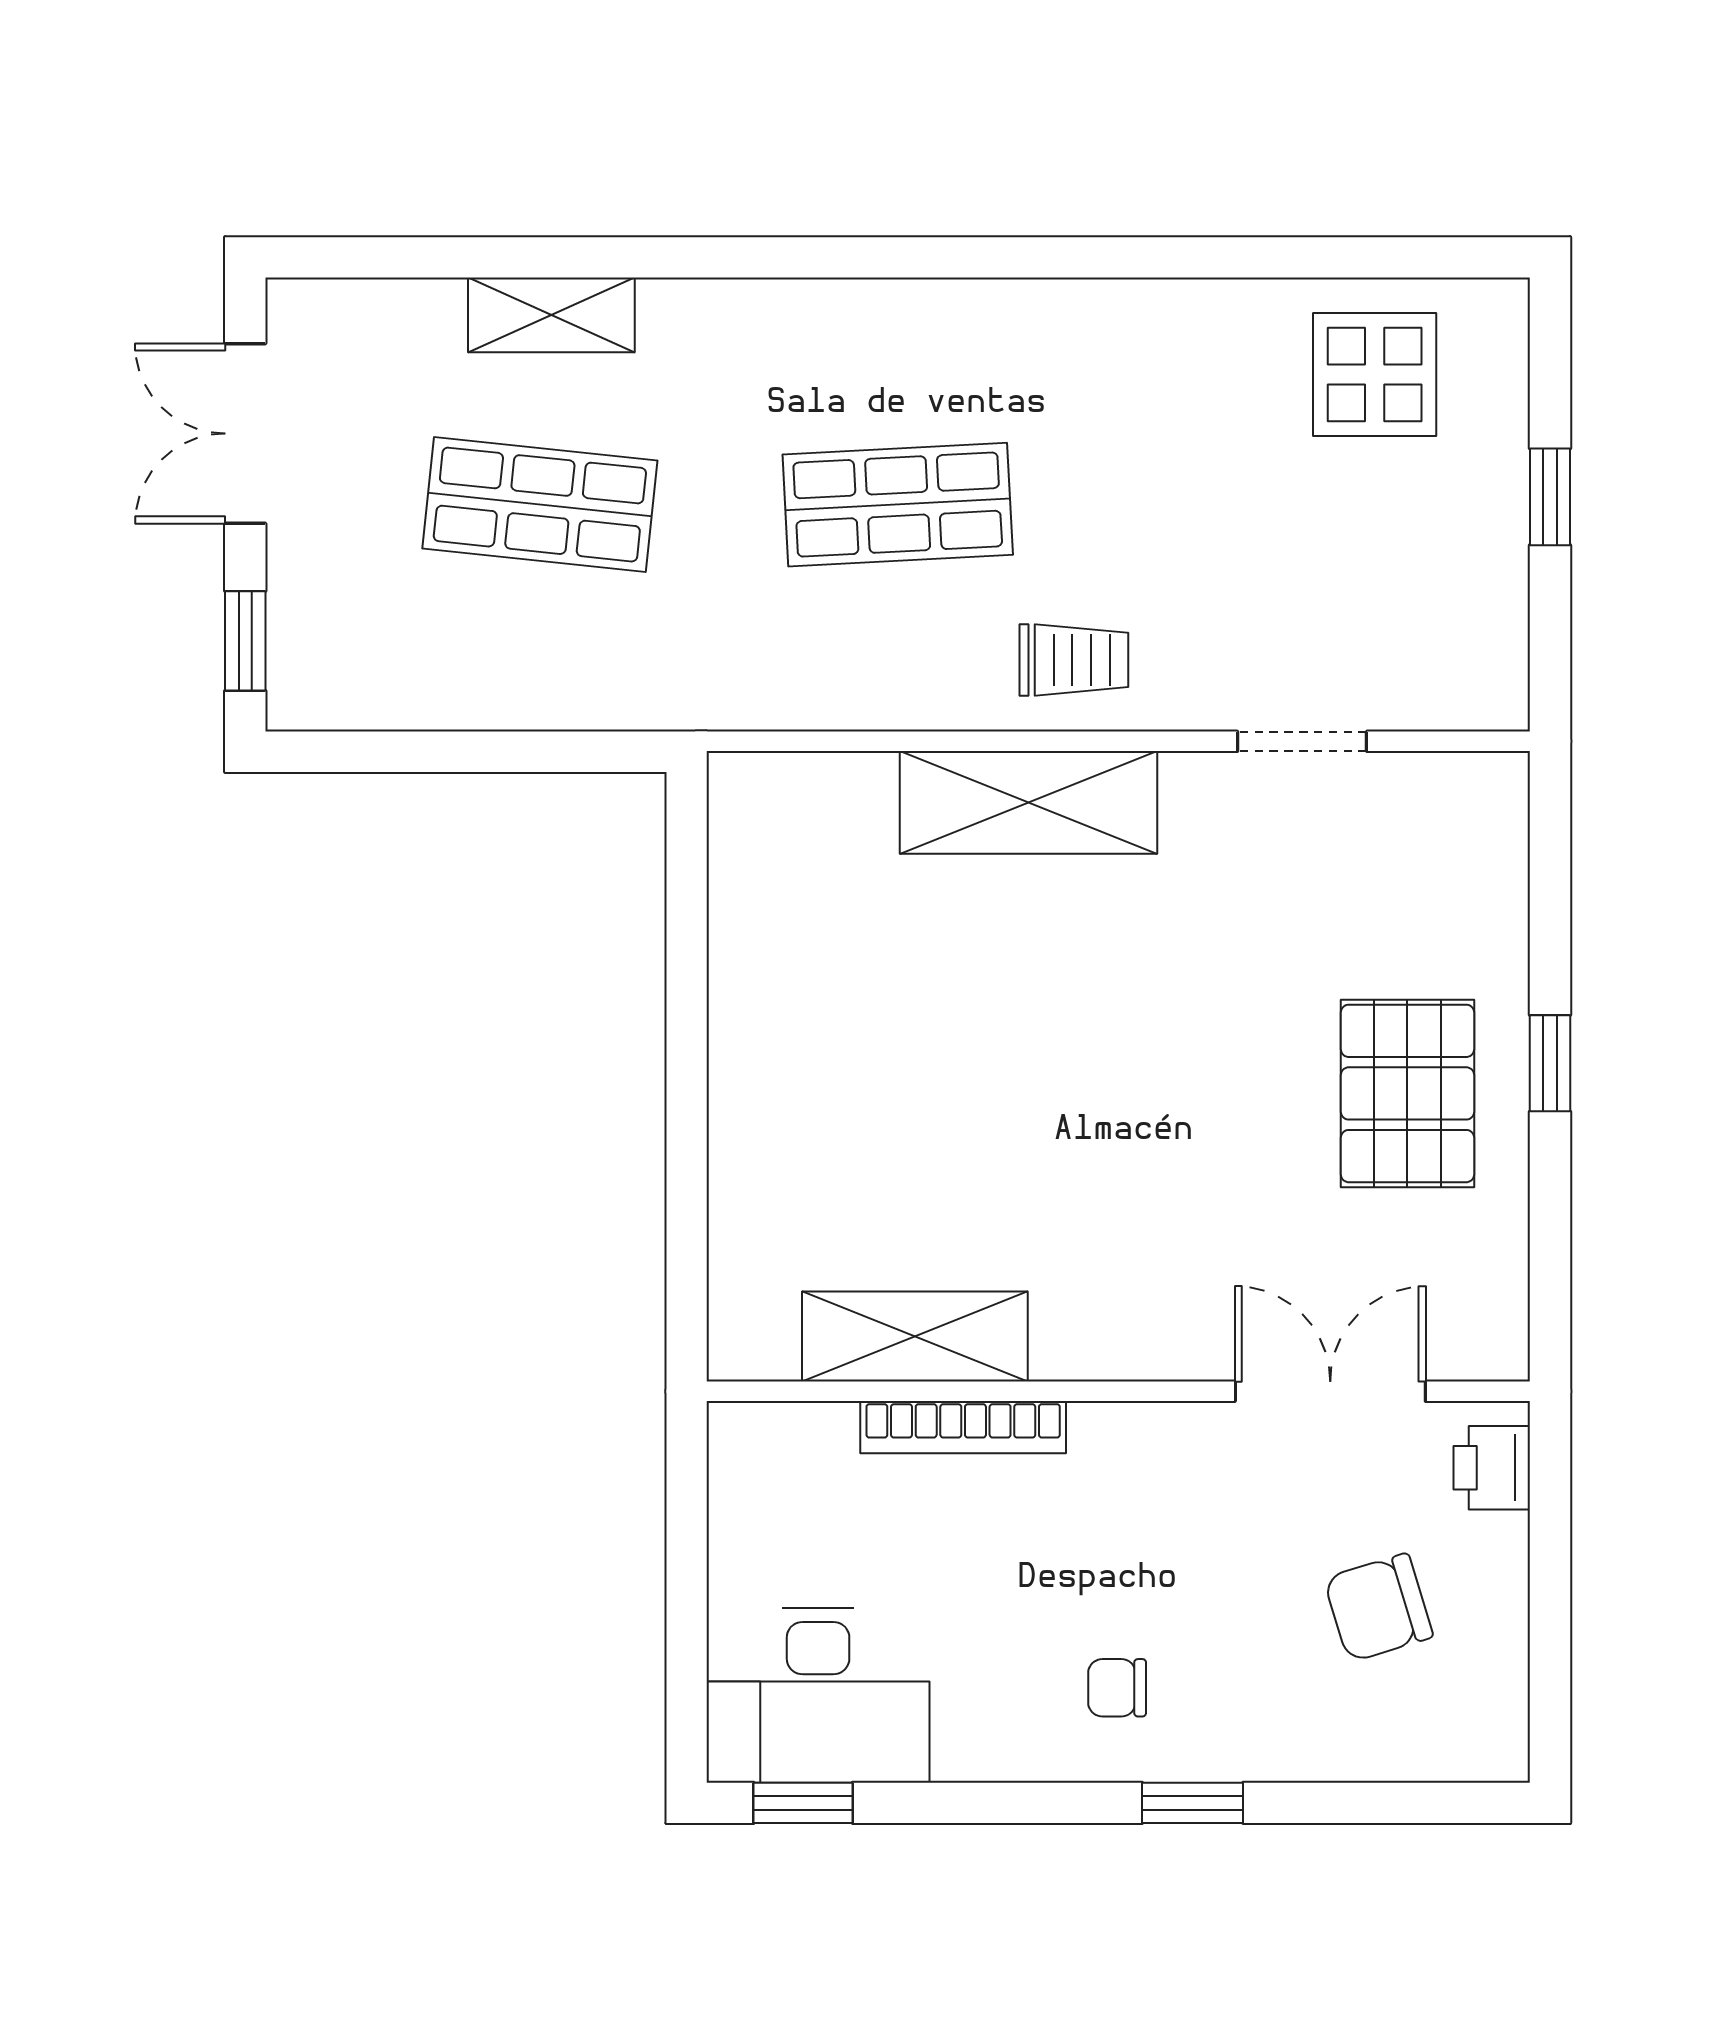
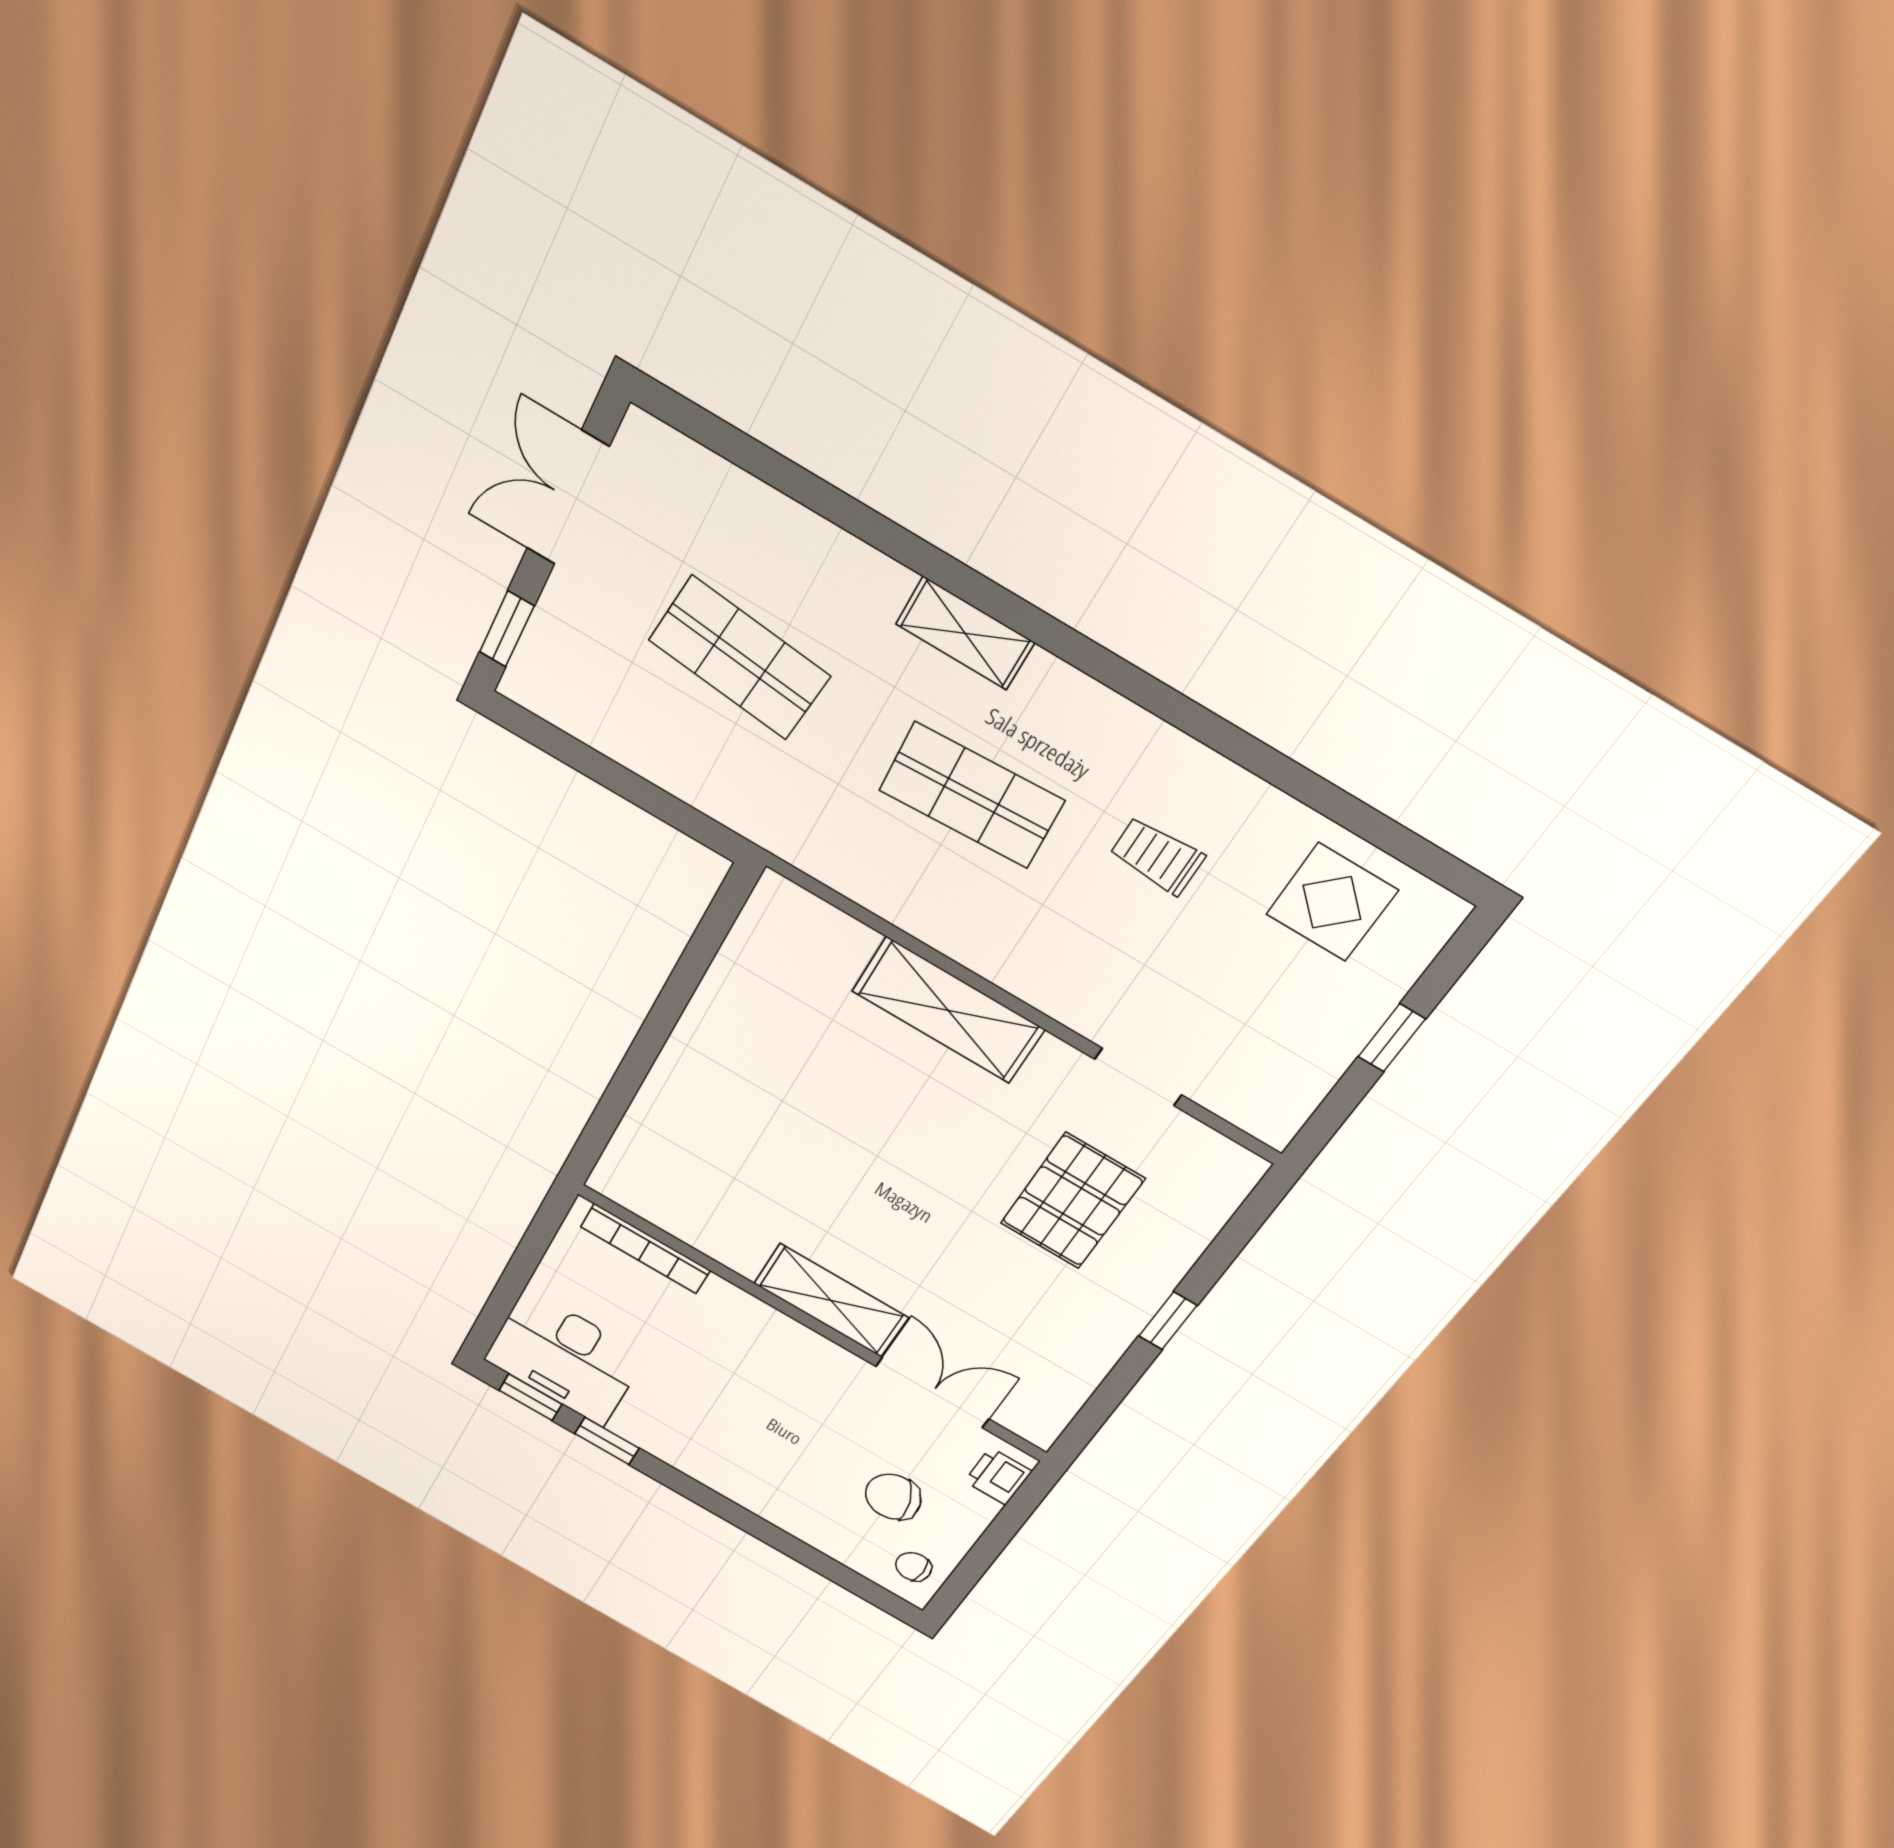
shelving: (551, 315) -> (965, 633), moved
trolley: (1074, 660) -> (1157, 856), moved, turned 180
pallet: (1407, 1093) -> (1072, 1201), moved
shelving: (915, 1337) -> (831, 1300), moved
bookcase: (963, 1427) -> (645, 1249), moved
chair: (1117, 1688) -> (913, 1567), moved
window: (1193, 1803) -> (607, 1441), moved

